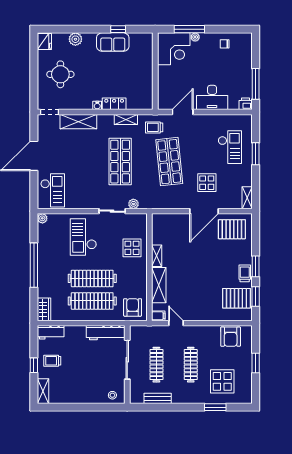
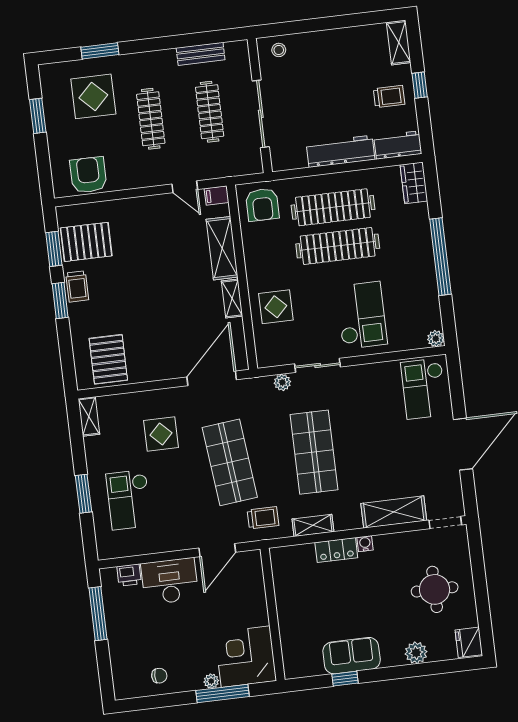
printer: (246, 104) -> (129, 575), moved
door: (204, 211) -> (212, 378), moved
pallet: (232, 229) -> (108, 359), turned 90
workbench: (106, 333) -> (341, 151), moved
window: (256, 363) -> (38, 116), moved

